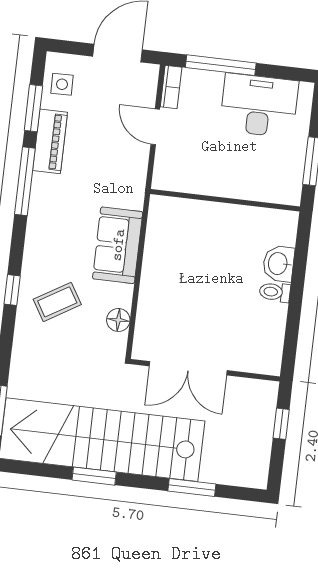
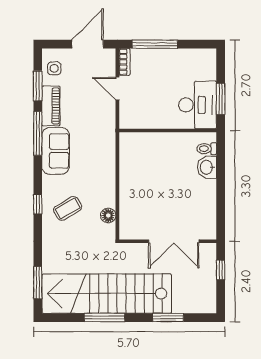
desk: (259, 105) -> (198, 105), moved, turned 90
sofa: (118, 245) -> (56, 151), moved, turned 180
toilet: (275, 292) -> (207, 149), moved
double door: (188, 368) -> (174, 241), moved
window: (94, 476) -> (104, 318), width x1.44

